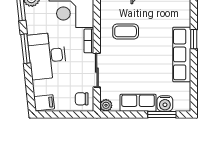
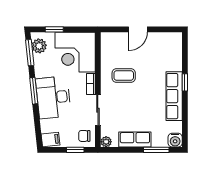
water cooler: (165, 104) -> (175, 140), moved
window: (72, 114) -> (75, 150), added

